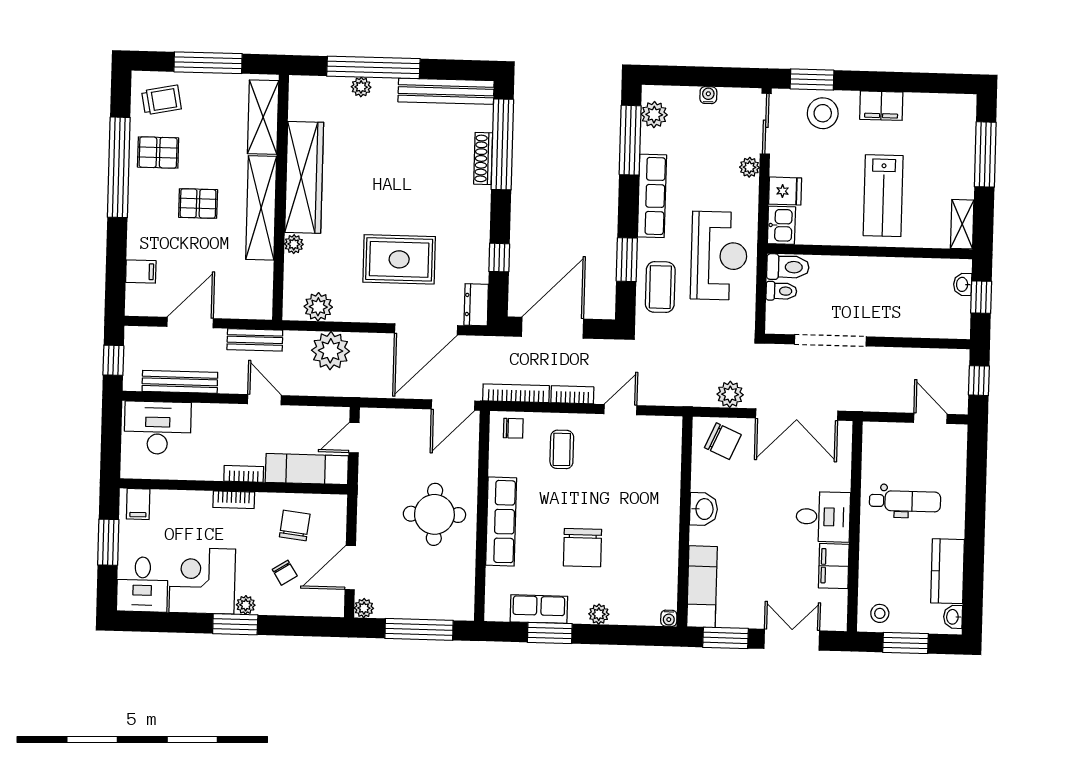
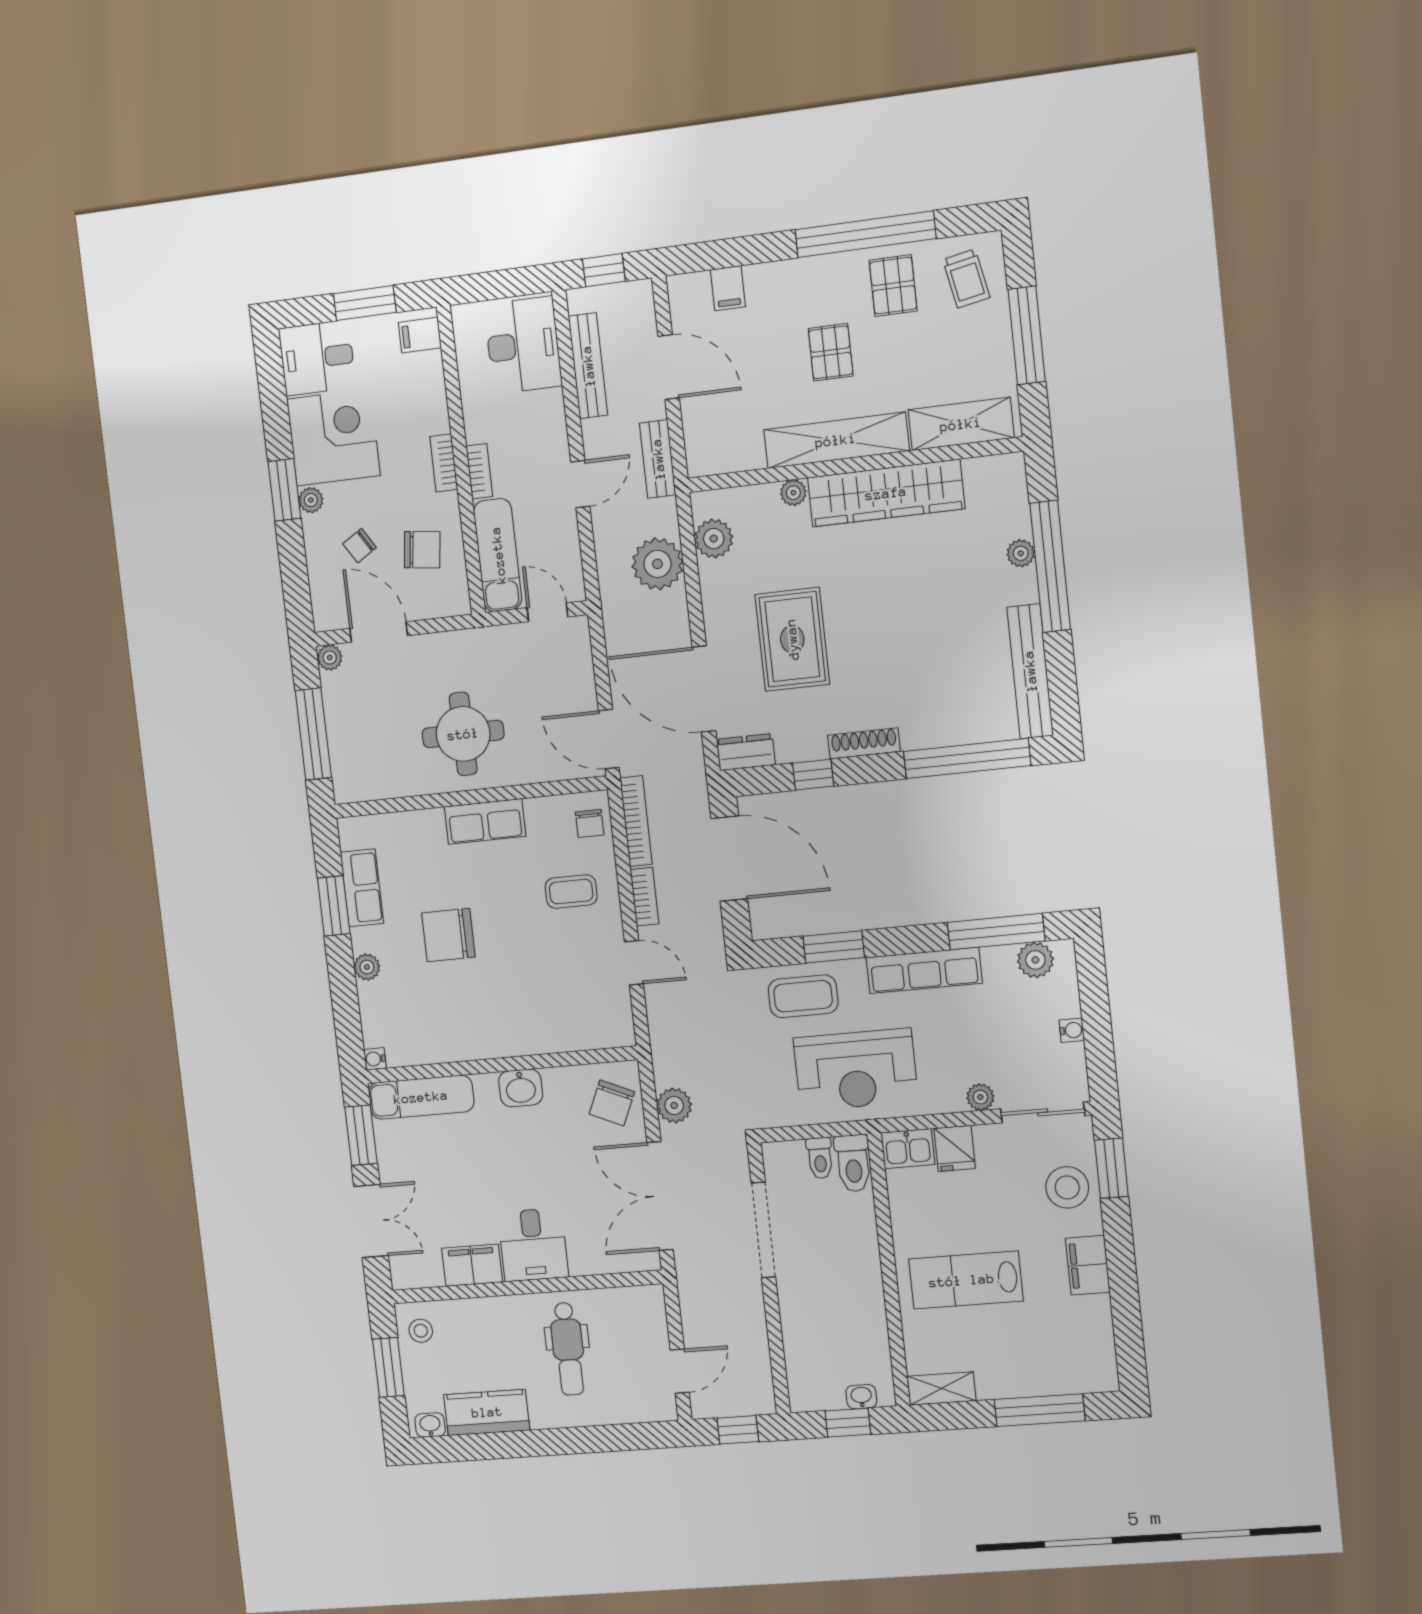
shoe rack: (483, 158) -> (864, 743), moved
row of seats: (501, 521) -> (485, 822), width x0.68

